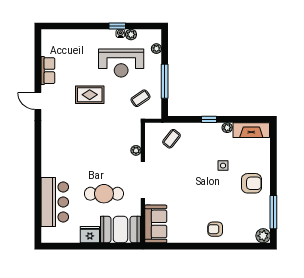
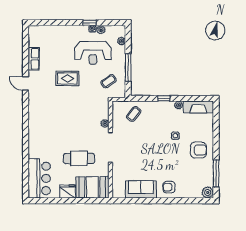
bar counter: (55, 202) -> (39, 178), moved
sofa: (156, 224) -> (141, 189), moved, turned -90

